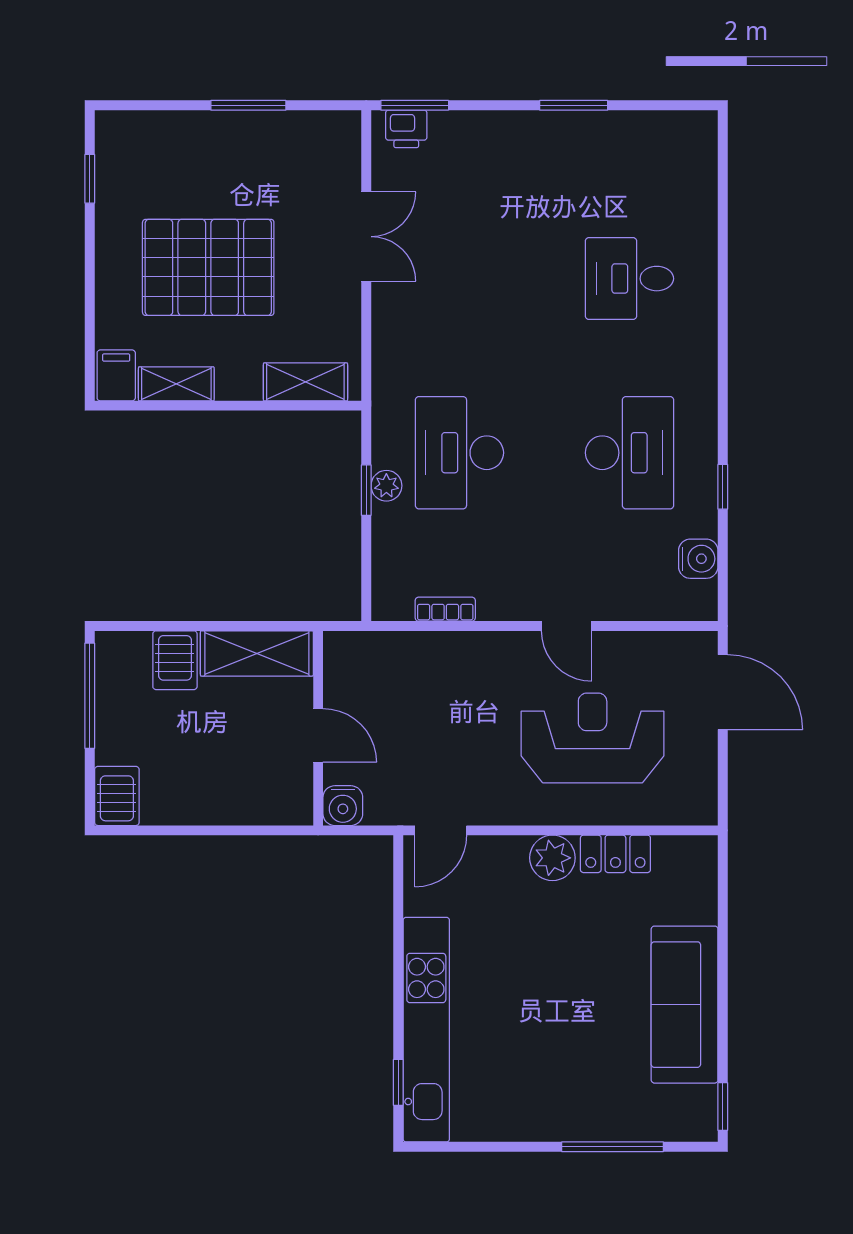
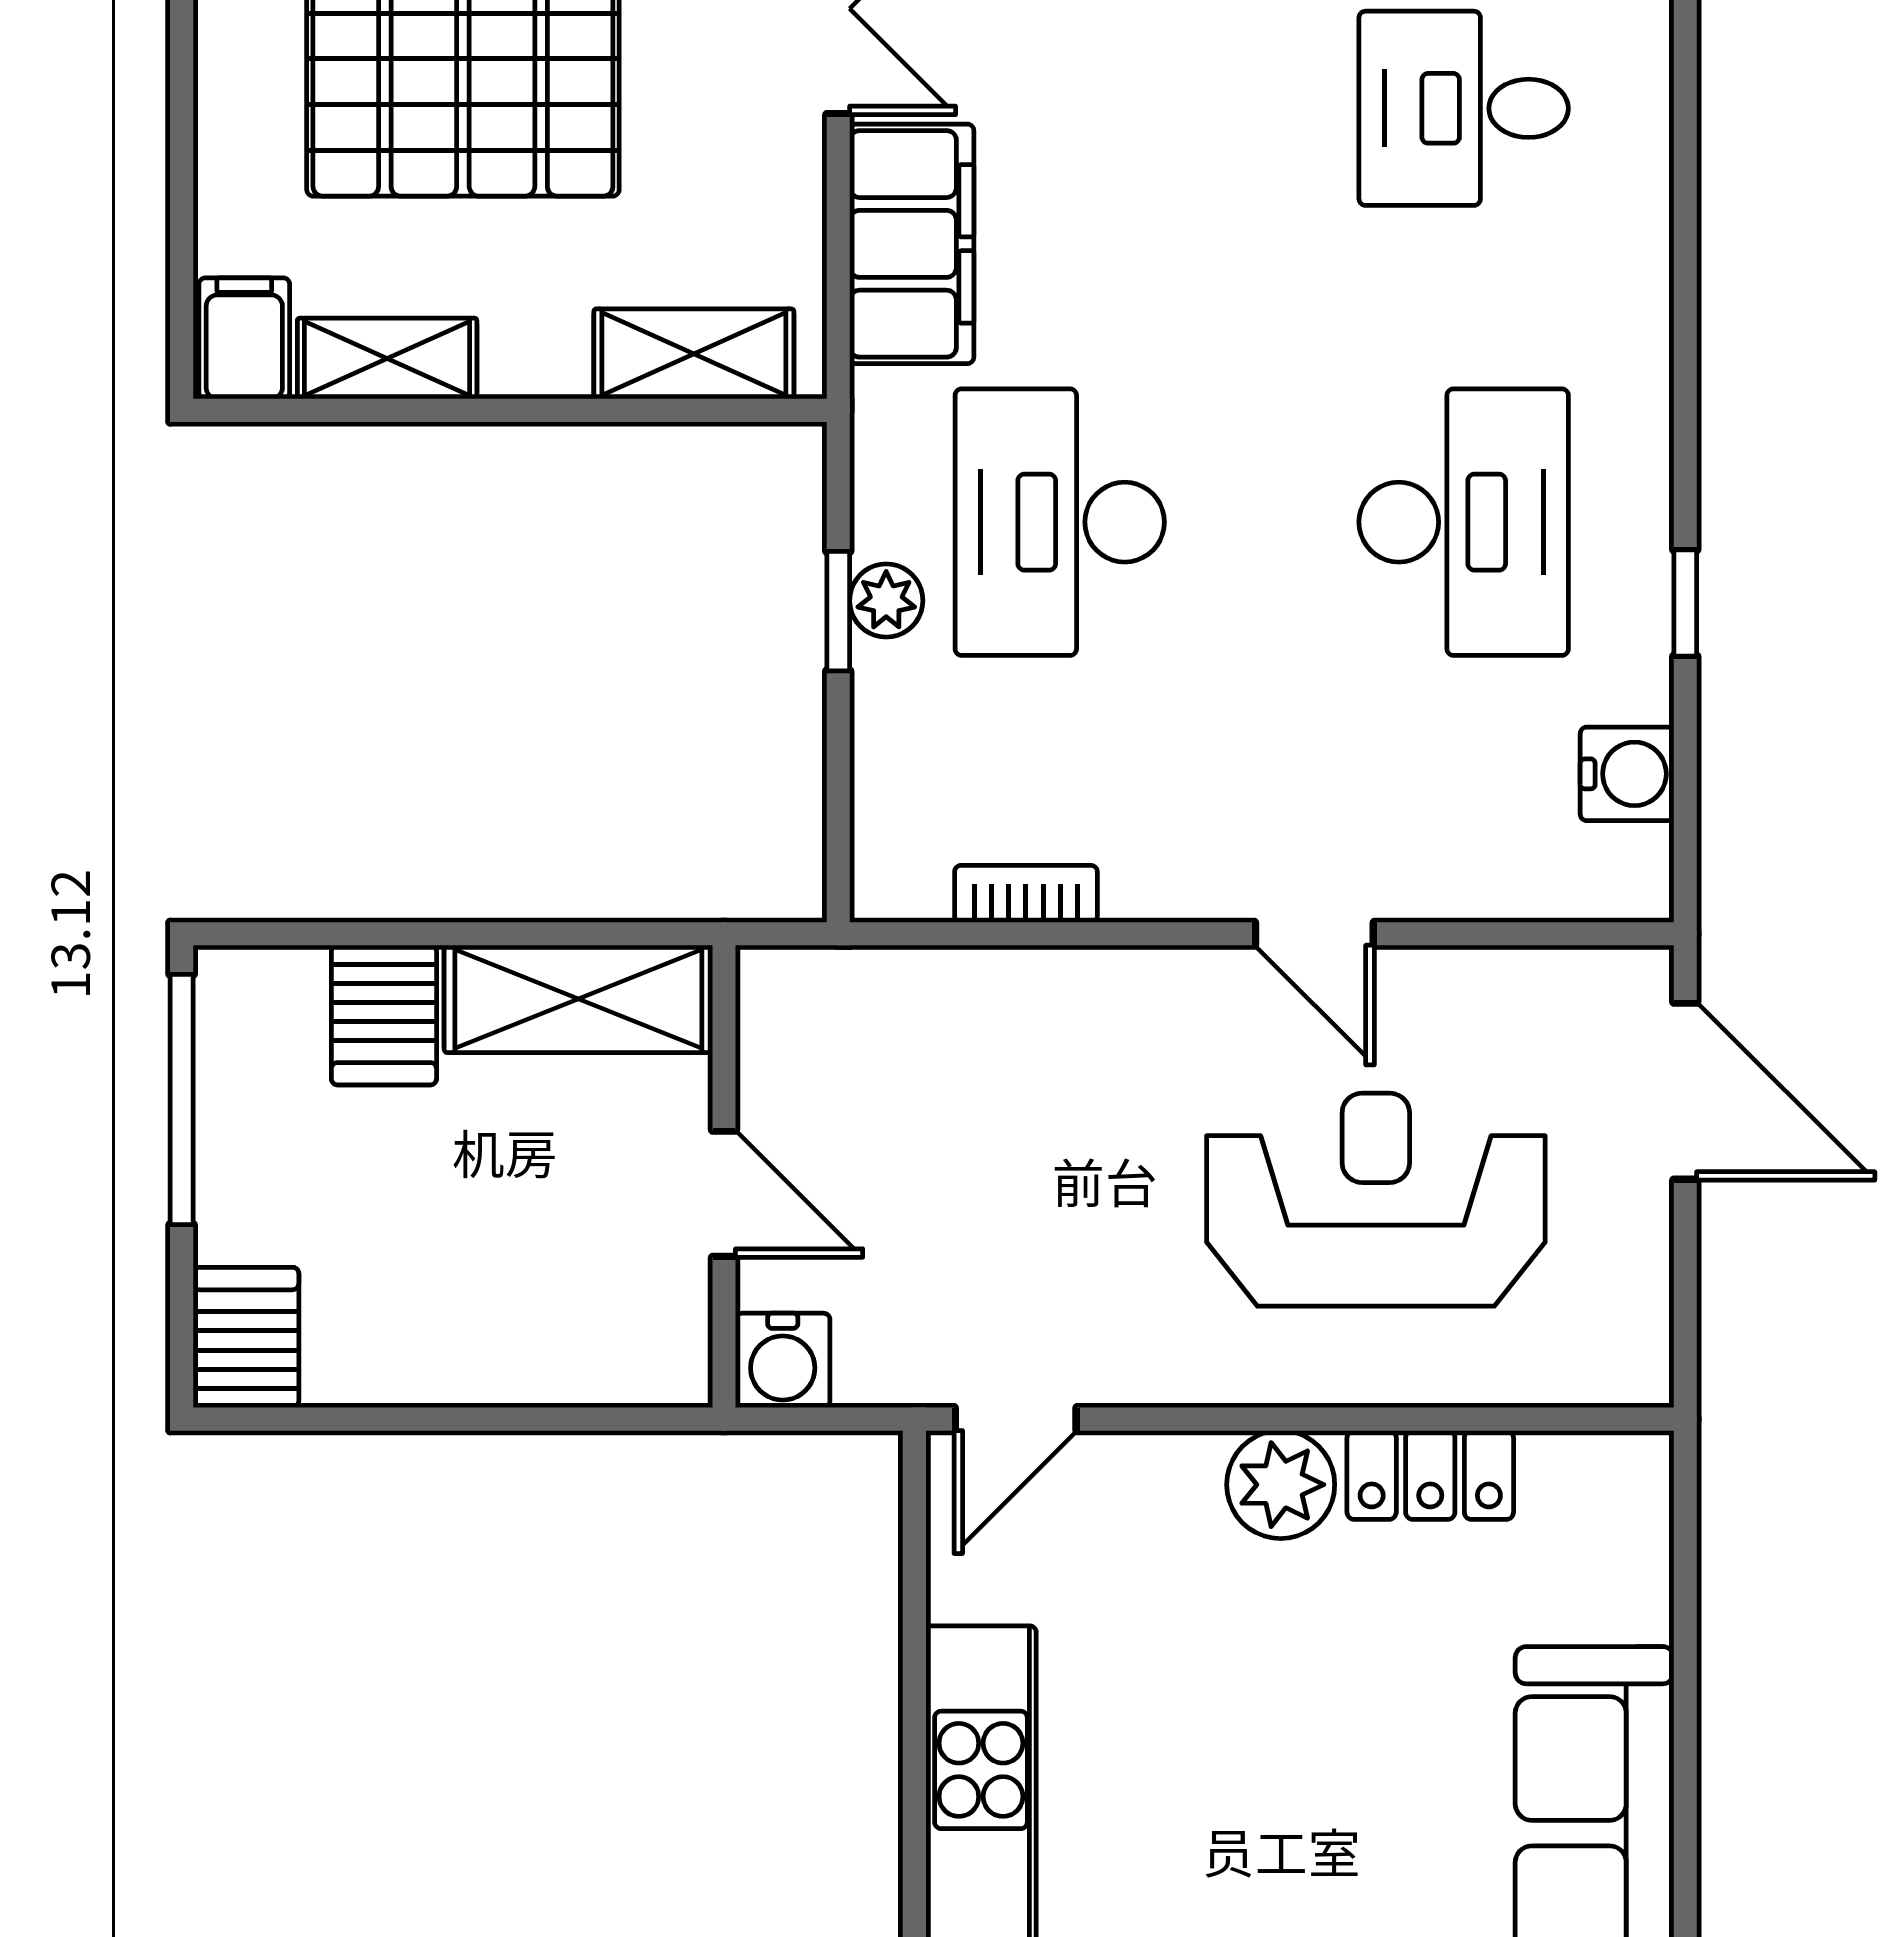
filing cabinet: (397, 336) -> (912, 244), added

